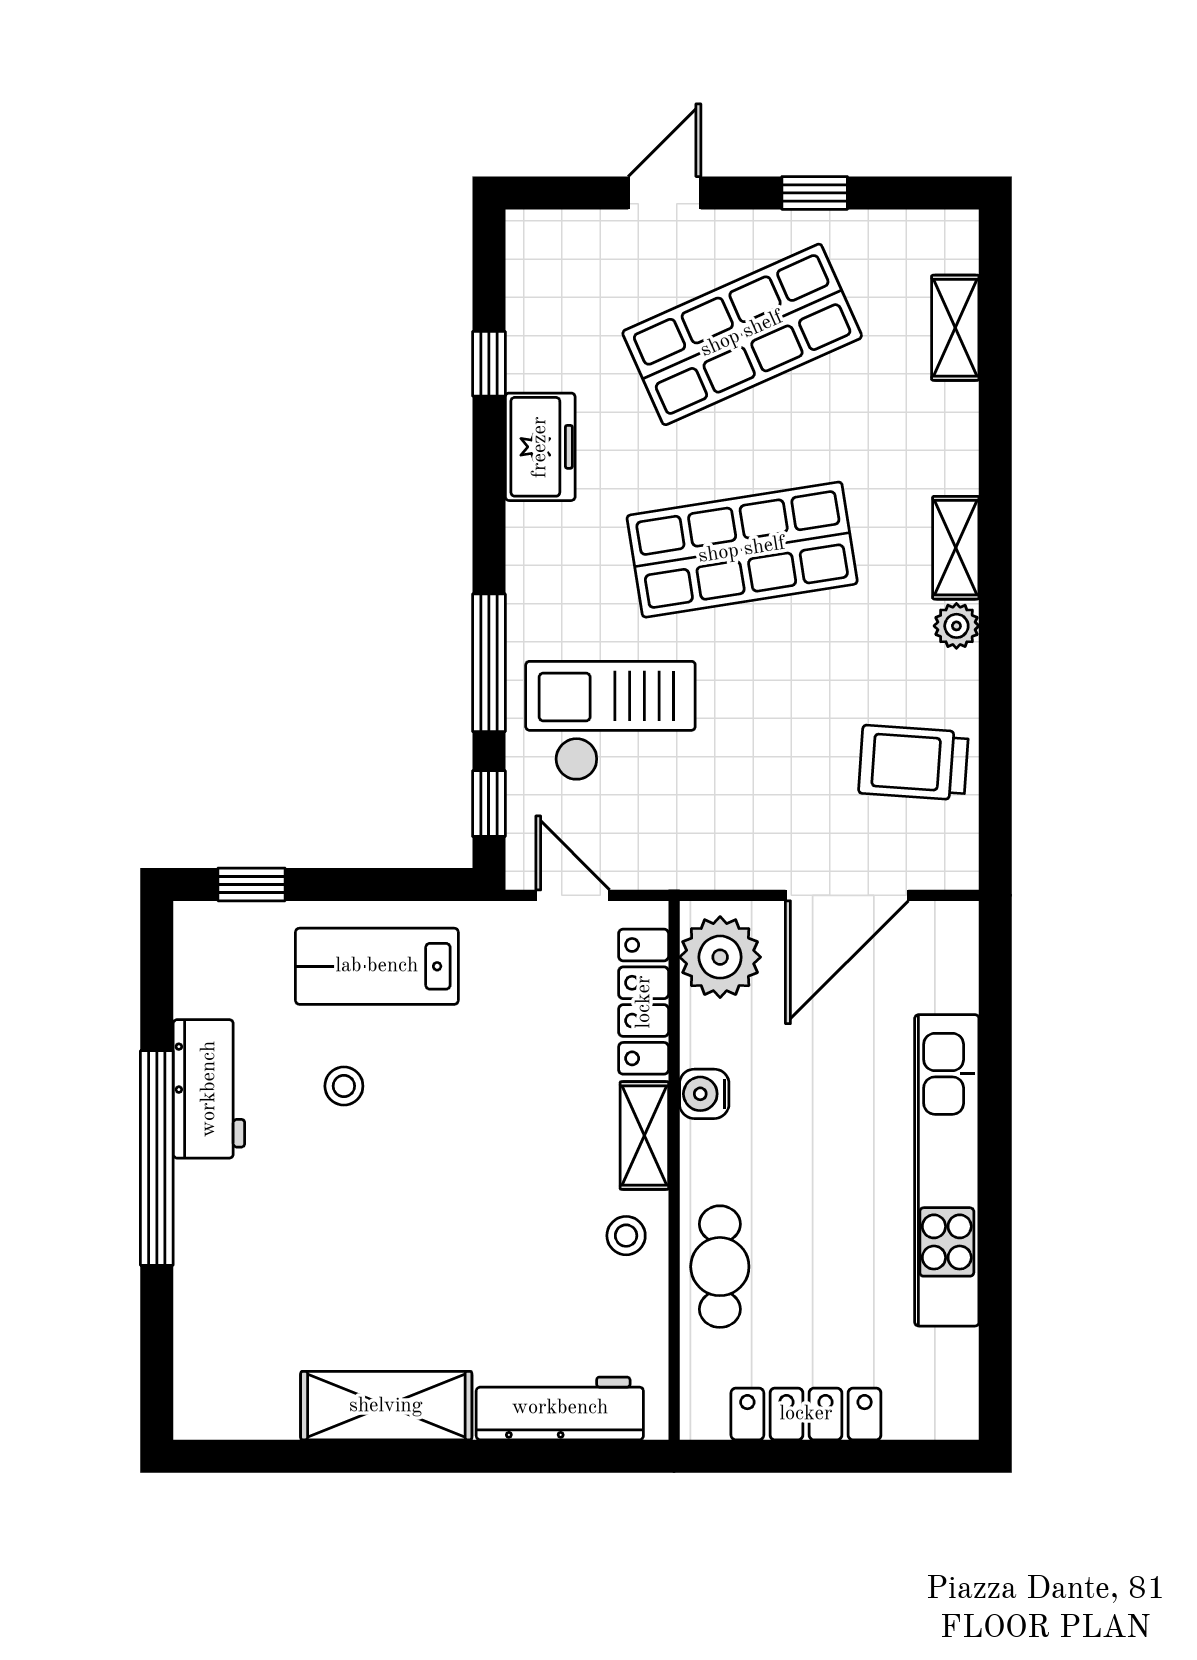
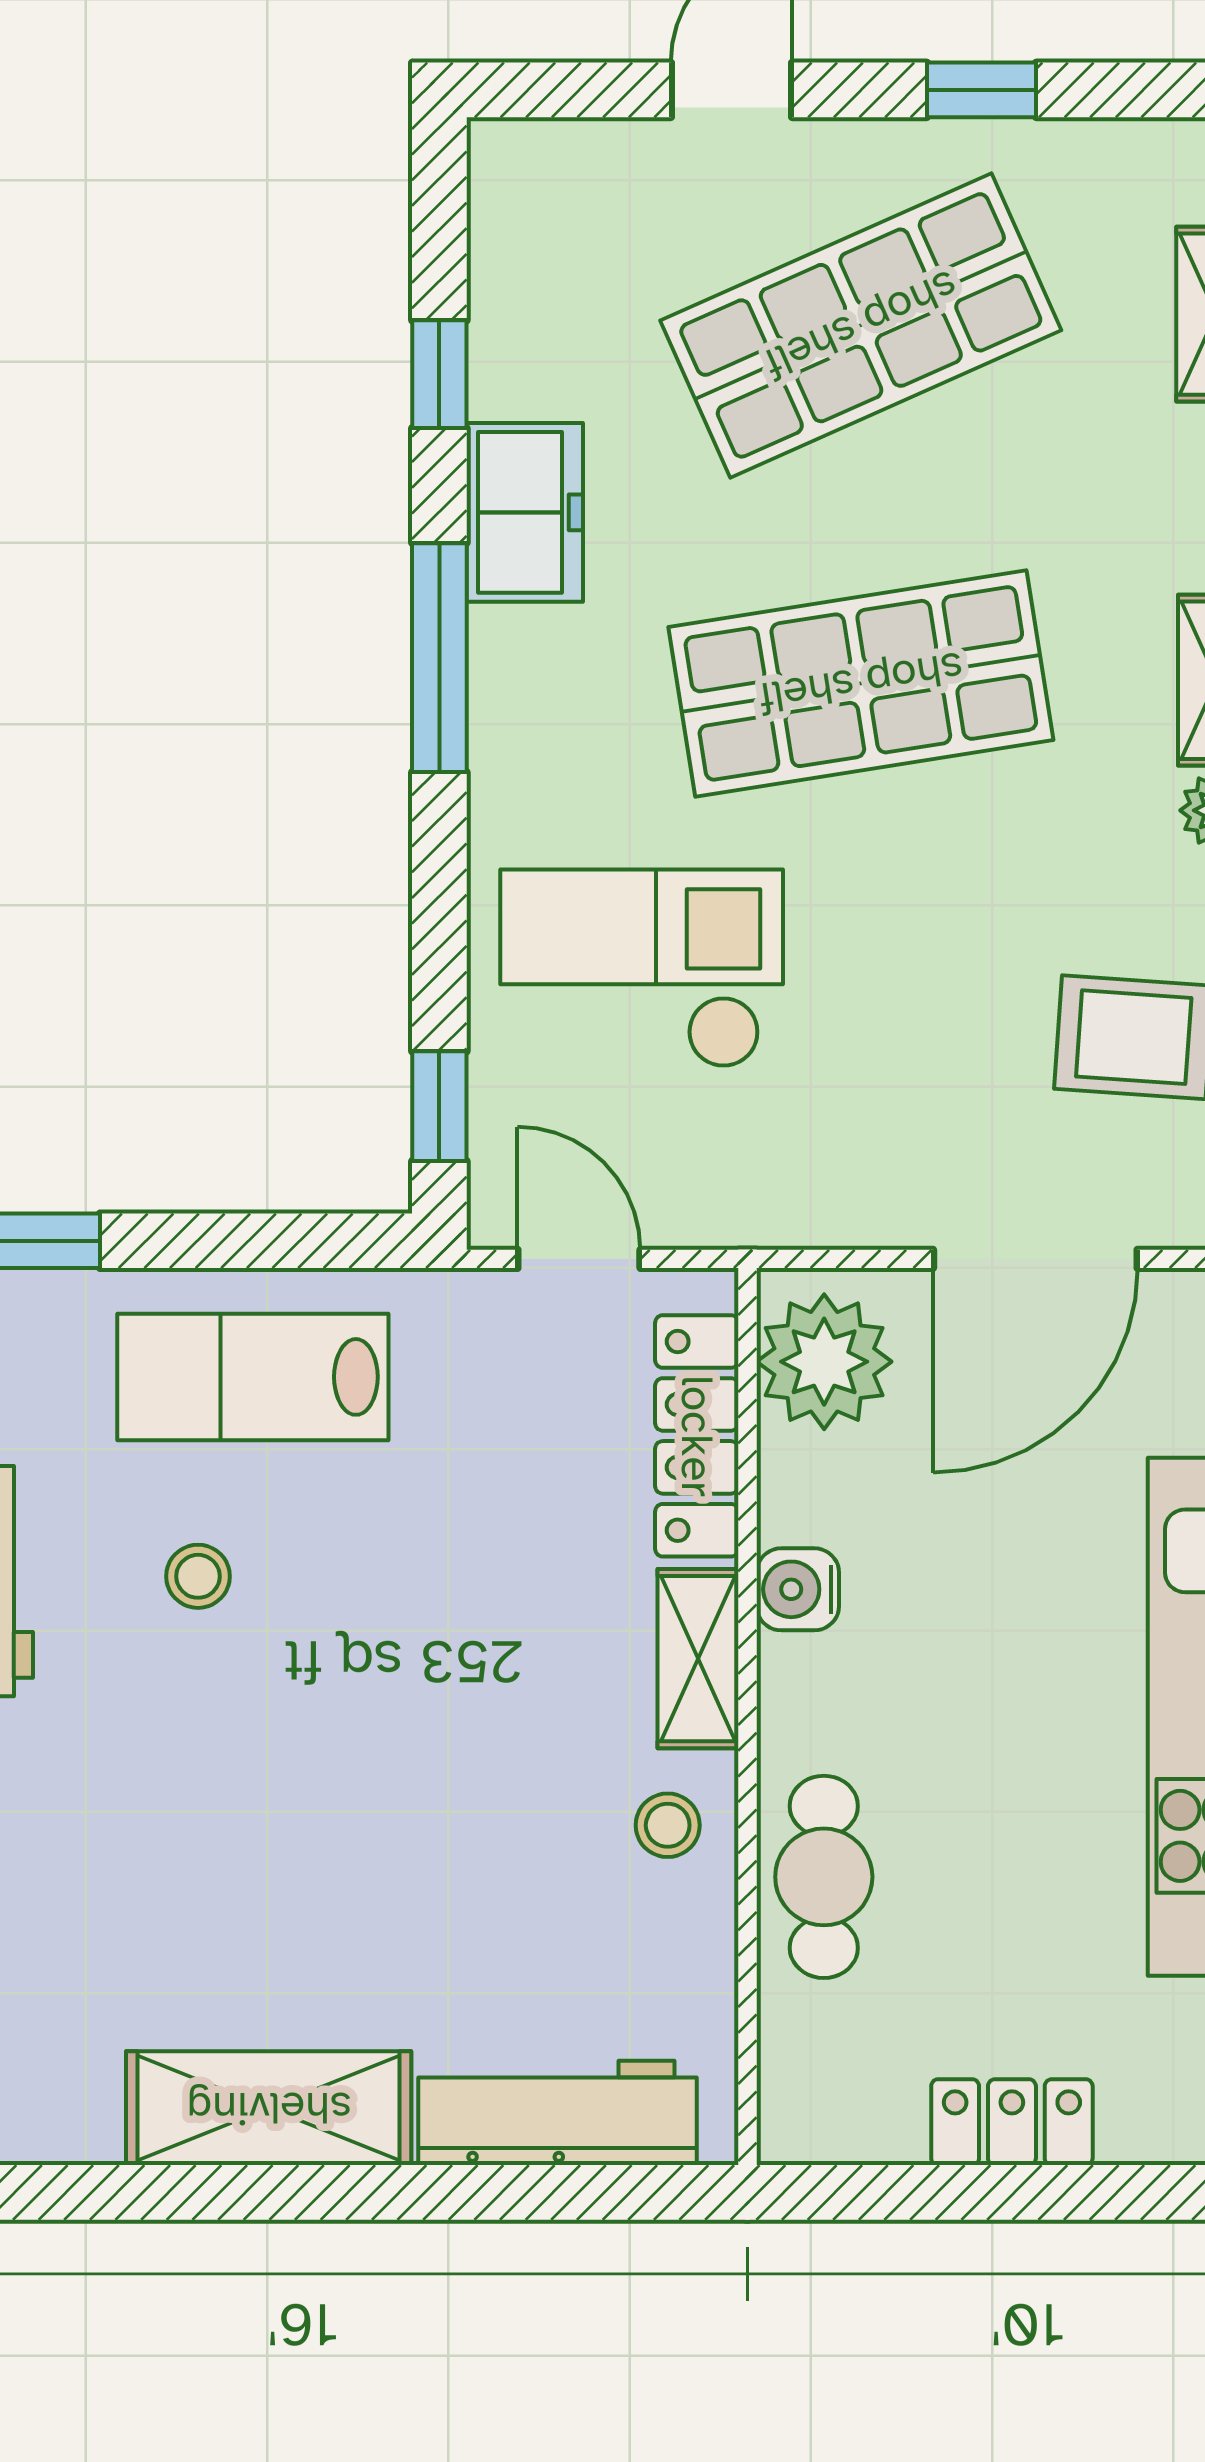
window: (489, 663) -> (439, 658), moved
locker: (806, 1414) -> (1012, 2122), width x0.66

